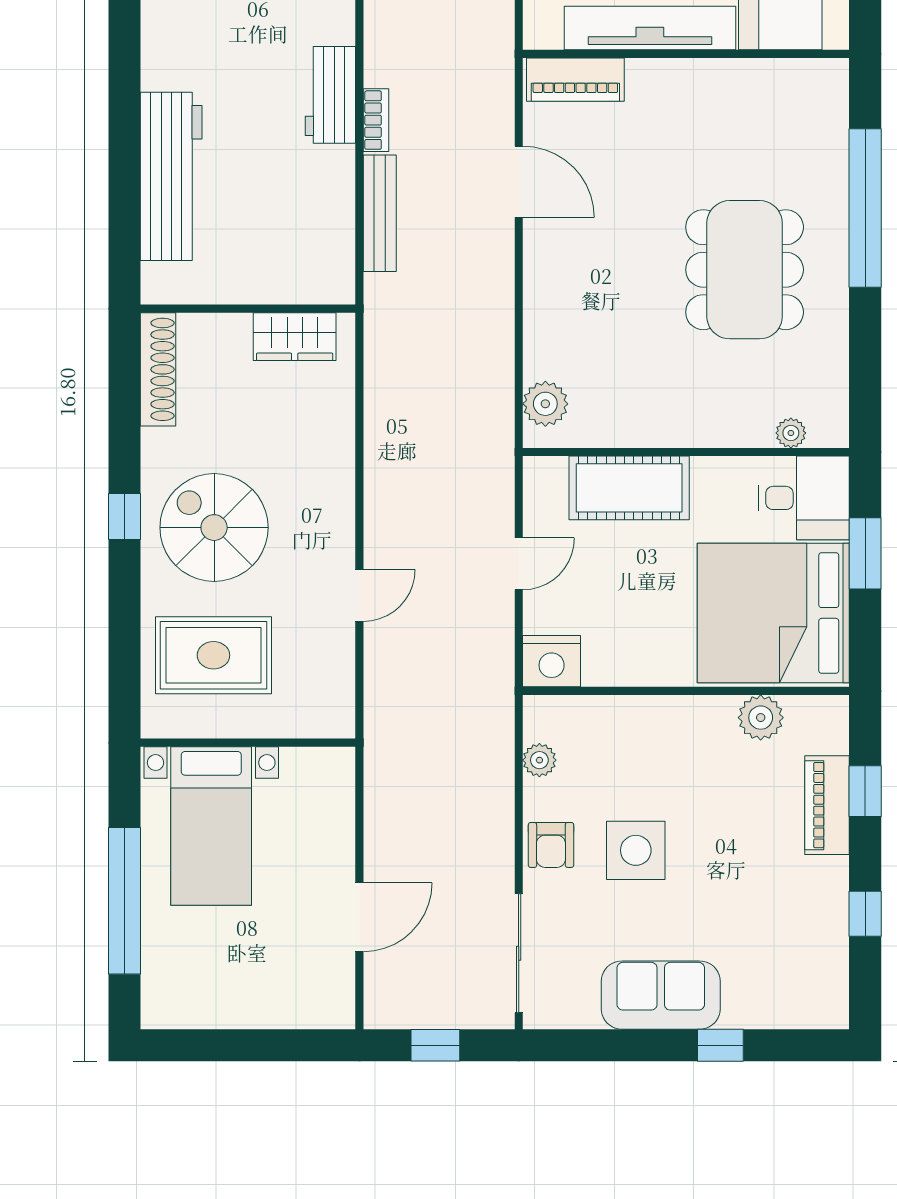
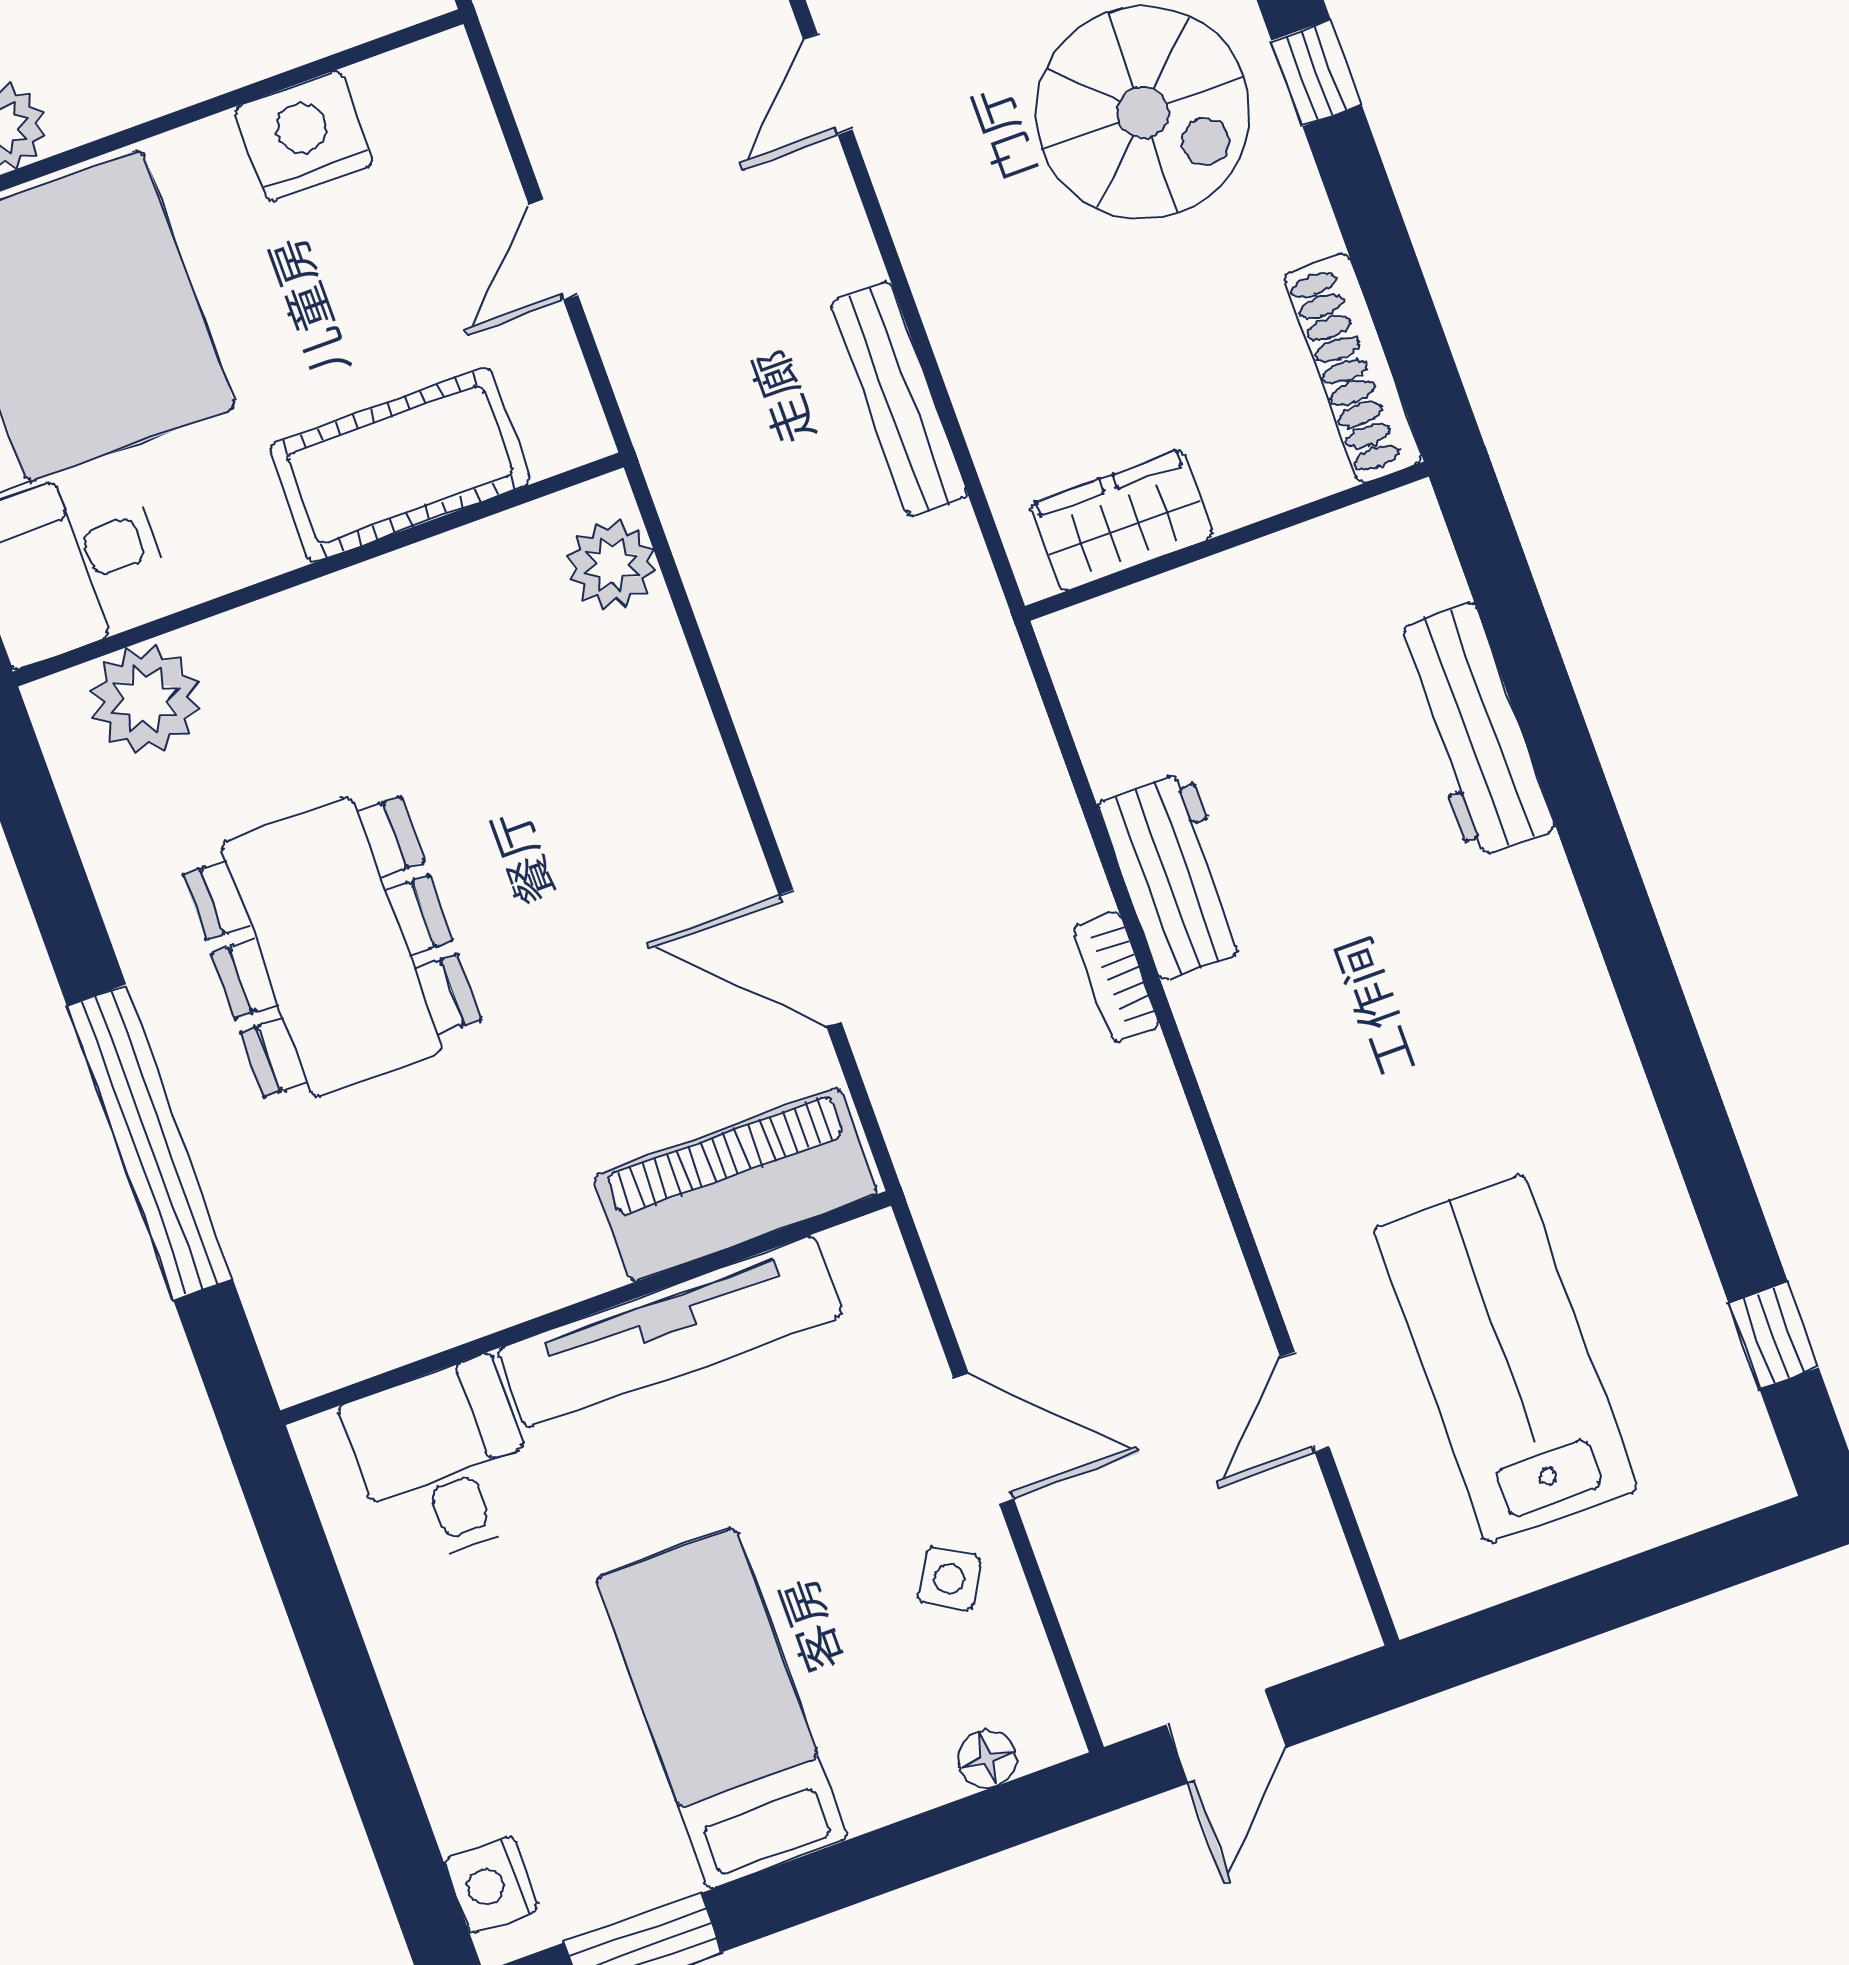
piano: (575, 80) -> (736, 1185), width x1.37, depth x1.33
workbench: (330, 95) -> (1175, 875), moved
workbench: (171, 176) -> (1472, 730), width x0.73, depth x0.76
bench: (380, 213) -> (899, 399), moved
plant: (791, 433) -> (145, 700), width x1.87, depth x1.87
nightstand: (552, 661) -> (304, 136), moved

